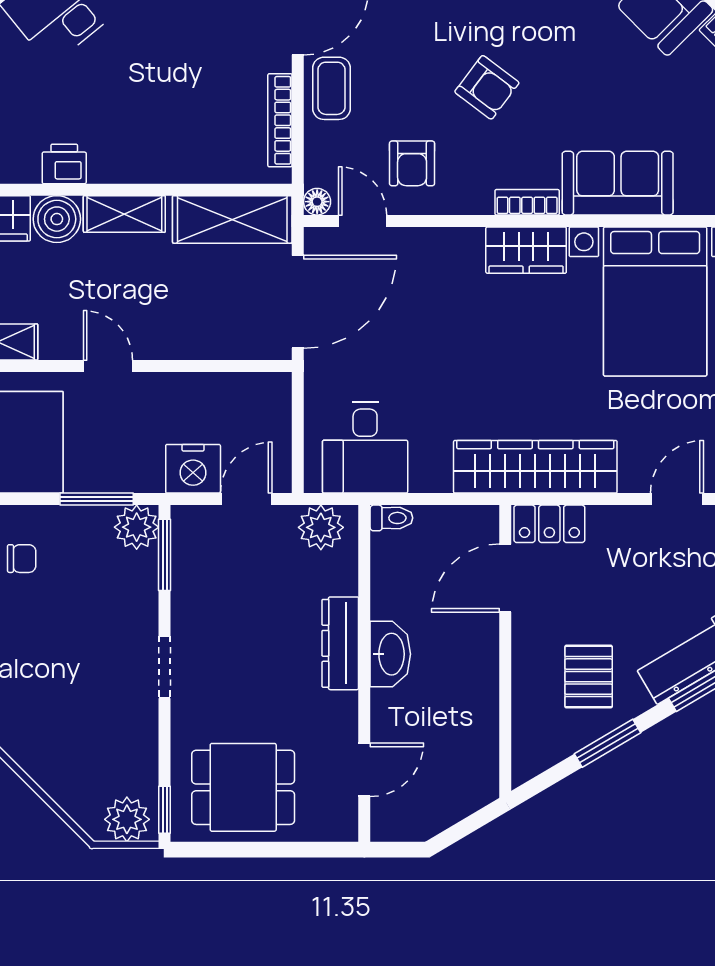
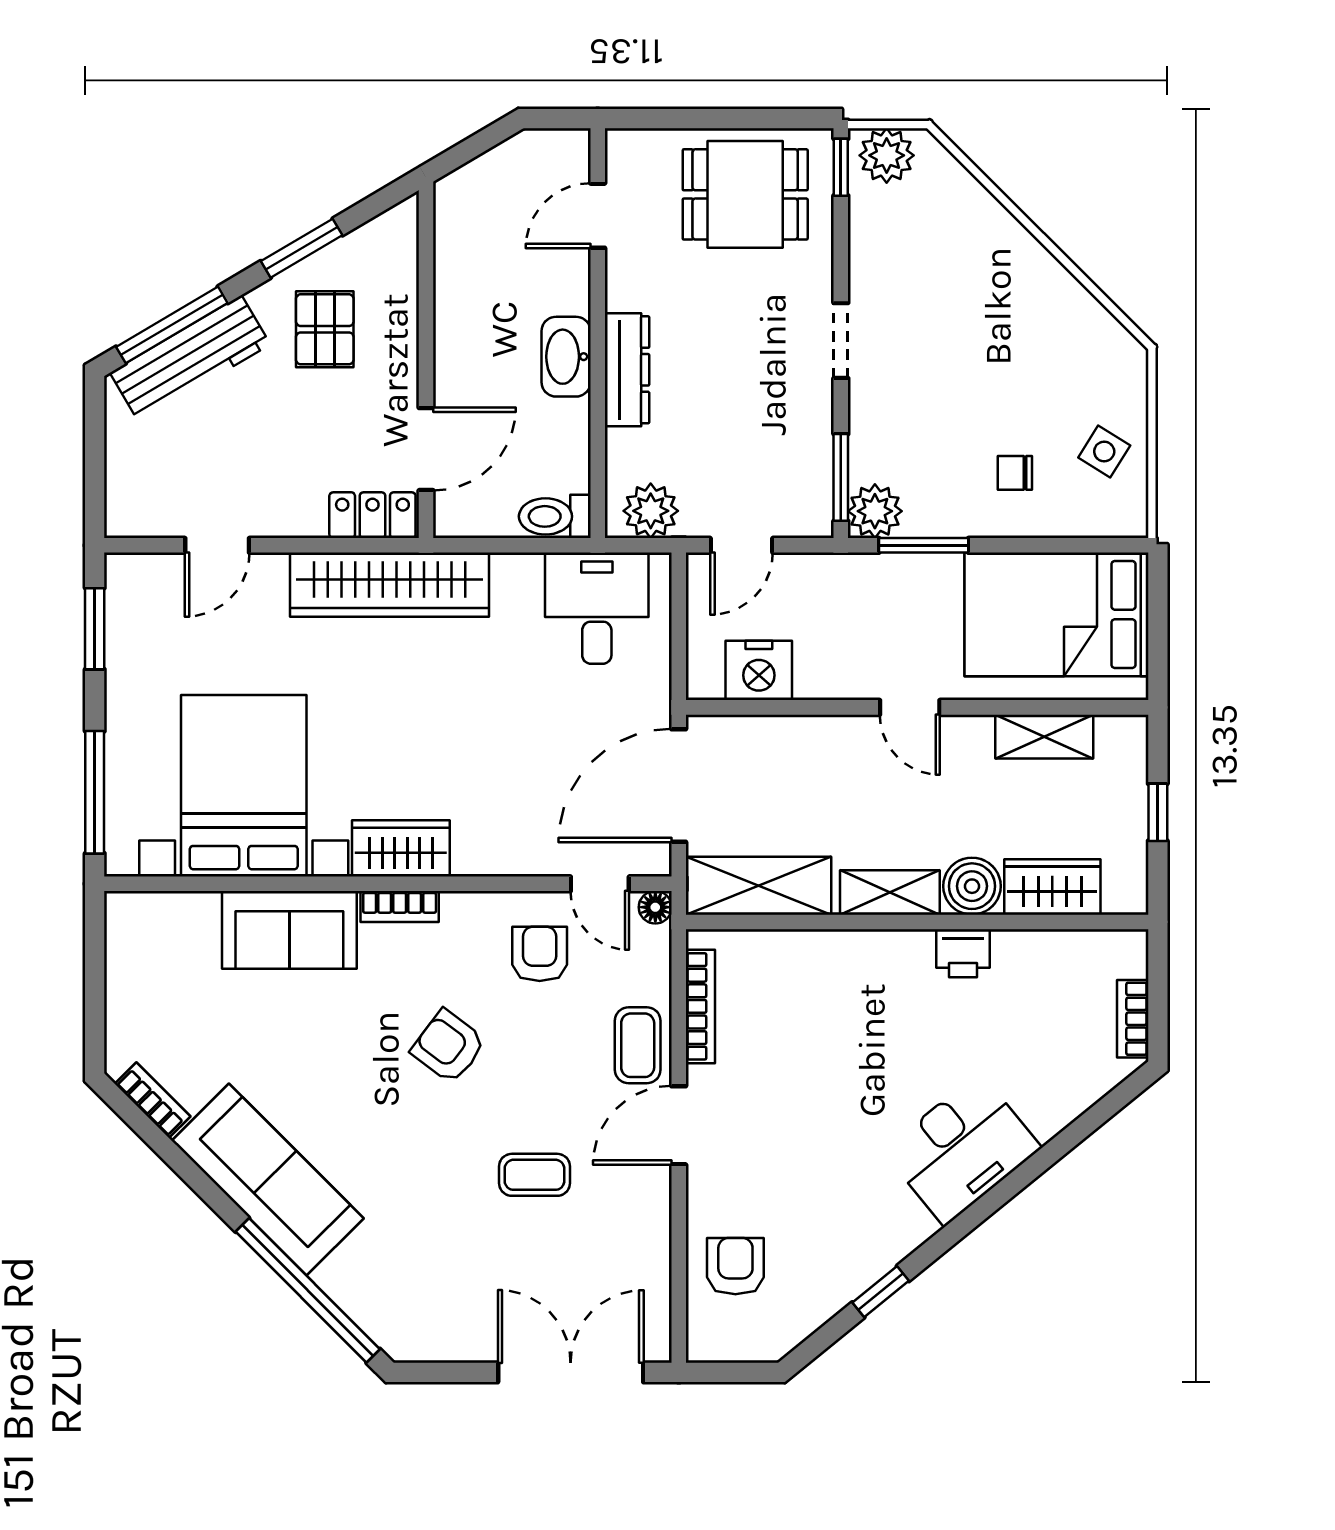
nightstand: (193, 469) -> (759, 670), moved, turned 180
toilet: (391, 518) -> (555, 516), width x1.37, depth x1.39

